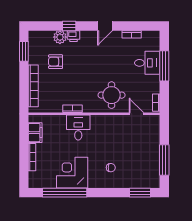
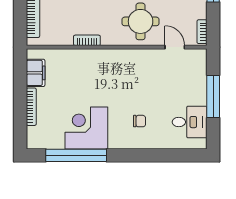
desk: (78, 128) -> (190, 122), moved, turned 90
window: (164, 160) -> (213, 96), moved
window: (140, 193) -> (180, 155), removed

